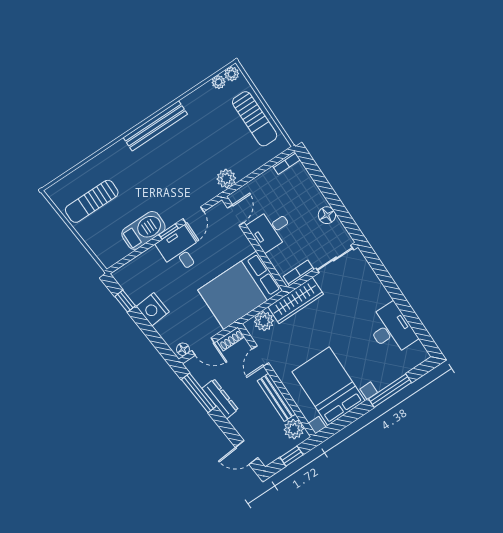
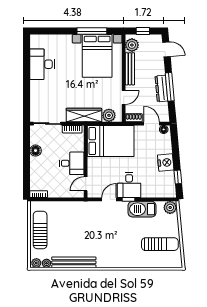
bench: (155, 126) -> (74, 262), moved
plant: (226, 179) -> (170, 207), moved
window: (390, 391) -> (92, 31), moved
window: (199, 393) -> (170, 87), moved

